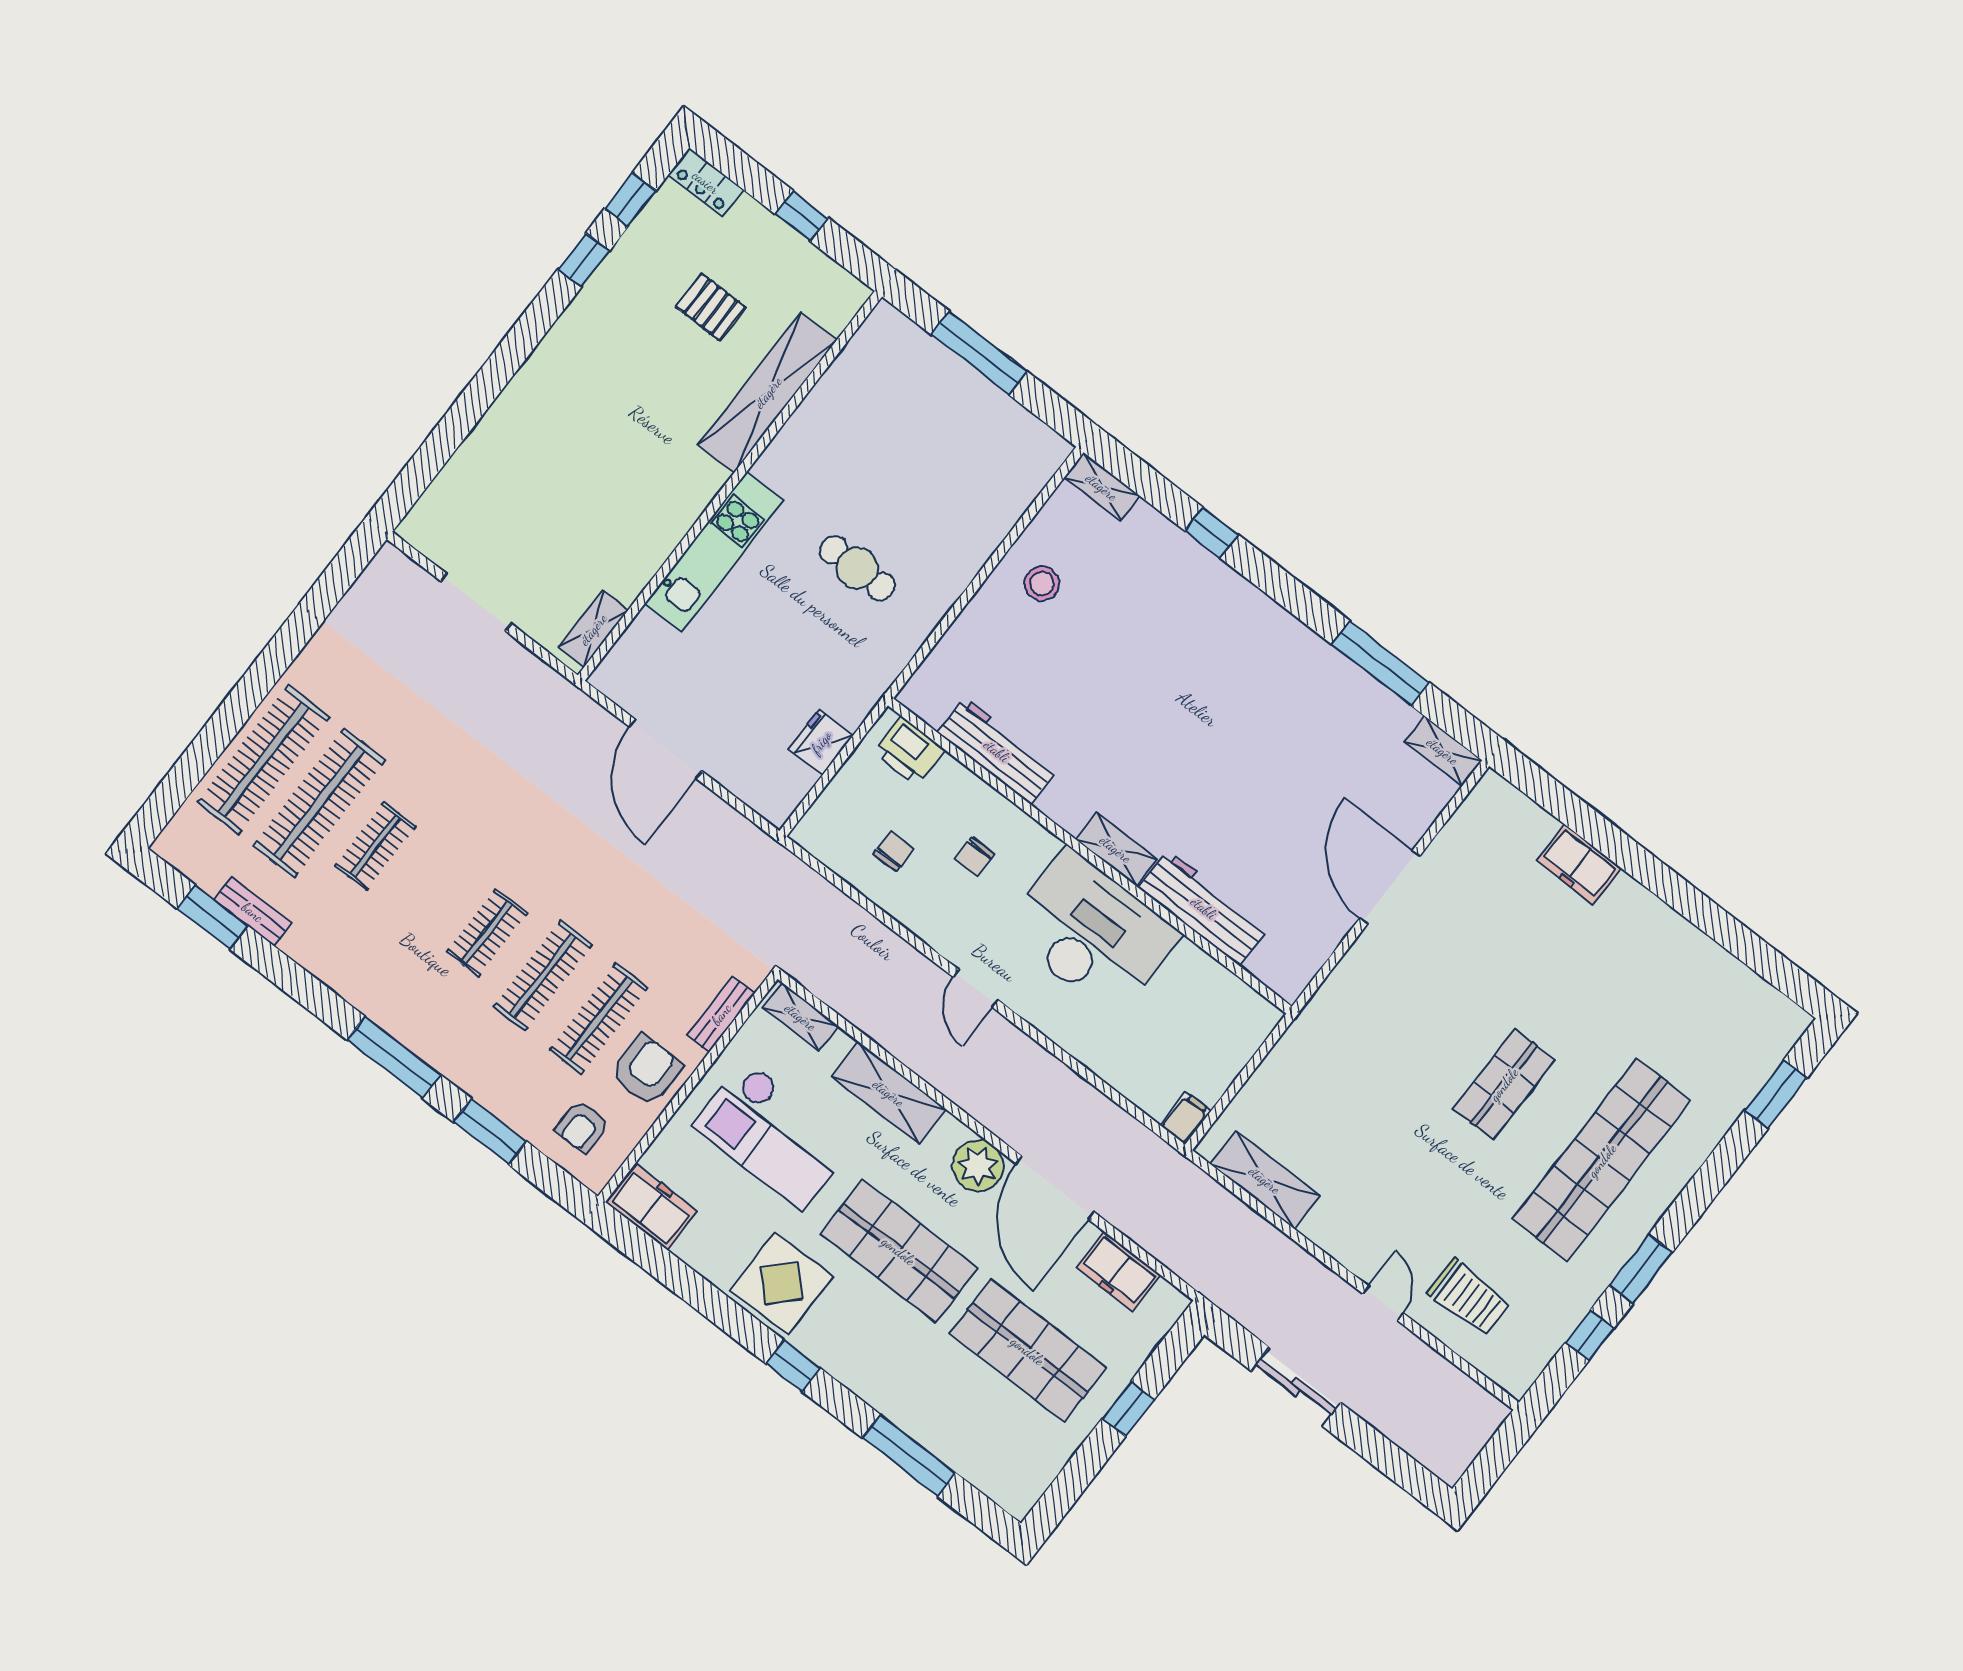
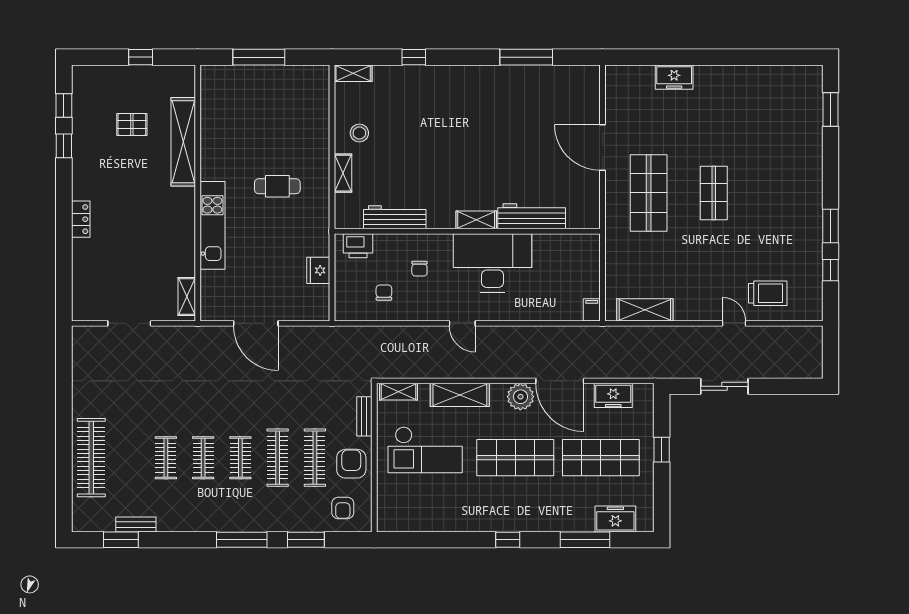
locker: (706, 182) -> (81, 219), moved, turned -90
shelving: (1443, 751) -> (343, 173), moved, turned 90
clothes rail: (319, 803) -> (203, 458), moved, width x0.54, depth x0.76
shop shelf: (1602, 1160) -> (649, 193), moved, width x0.71
freezer: (652, 1207) -> (615, 519), moved
display table: (782, 1283) -> (477, 509), removed

